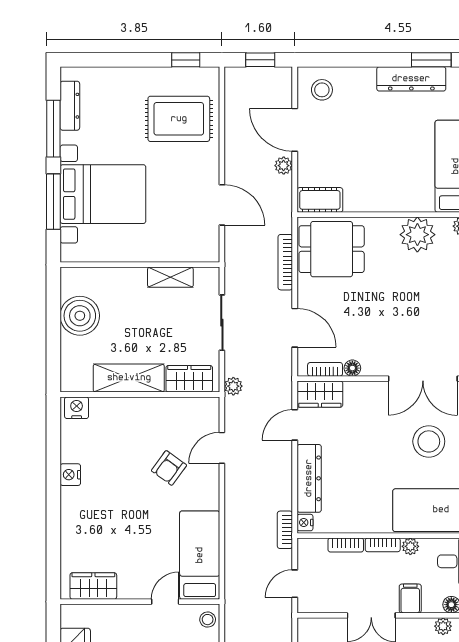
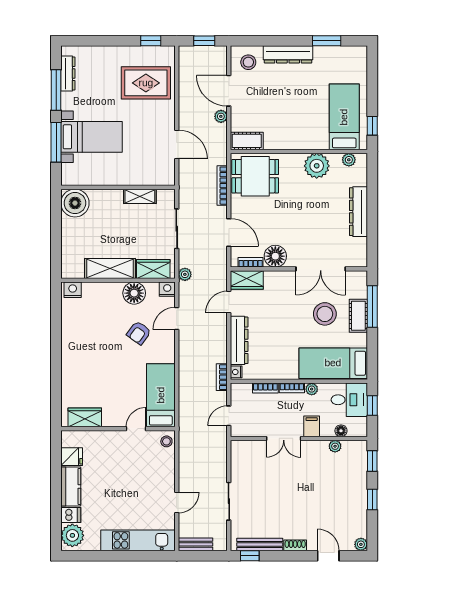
dresser: (411, 79) -> (288, 54), moved
bed with nightstands: (103, 194) -> (92, 137), width x0.73
boiler: (80, 316) -> (75, 203), moved
floor lamp: (352, 368) -> (275, 256), width x1.89, depth x1.89
floor lamp: (162, 412) -> (134, 293), added
nightstand: (70, 475) -> (167, 289), moved, turned 90

